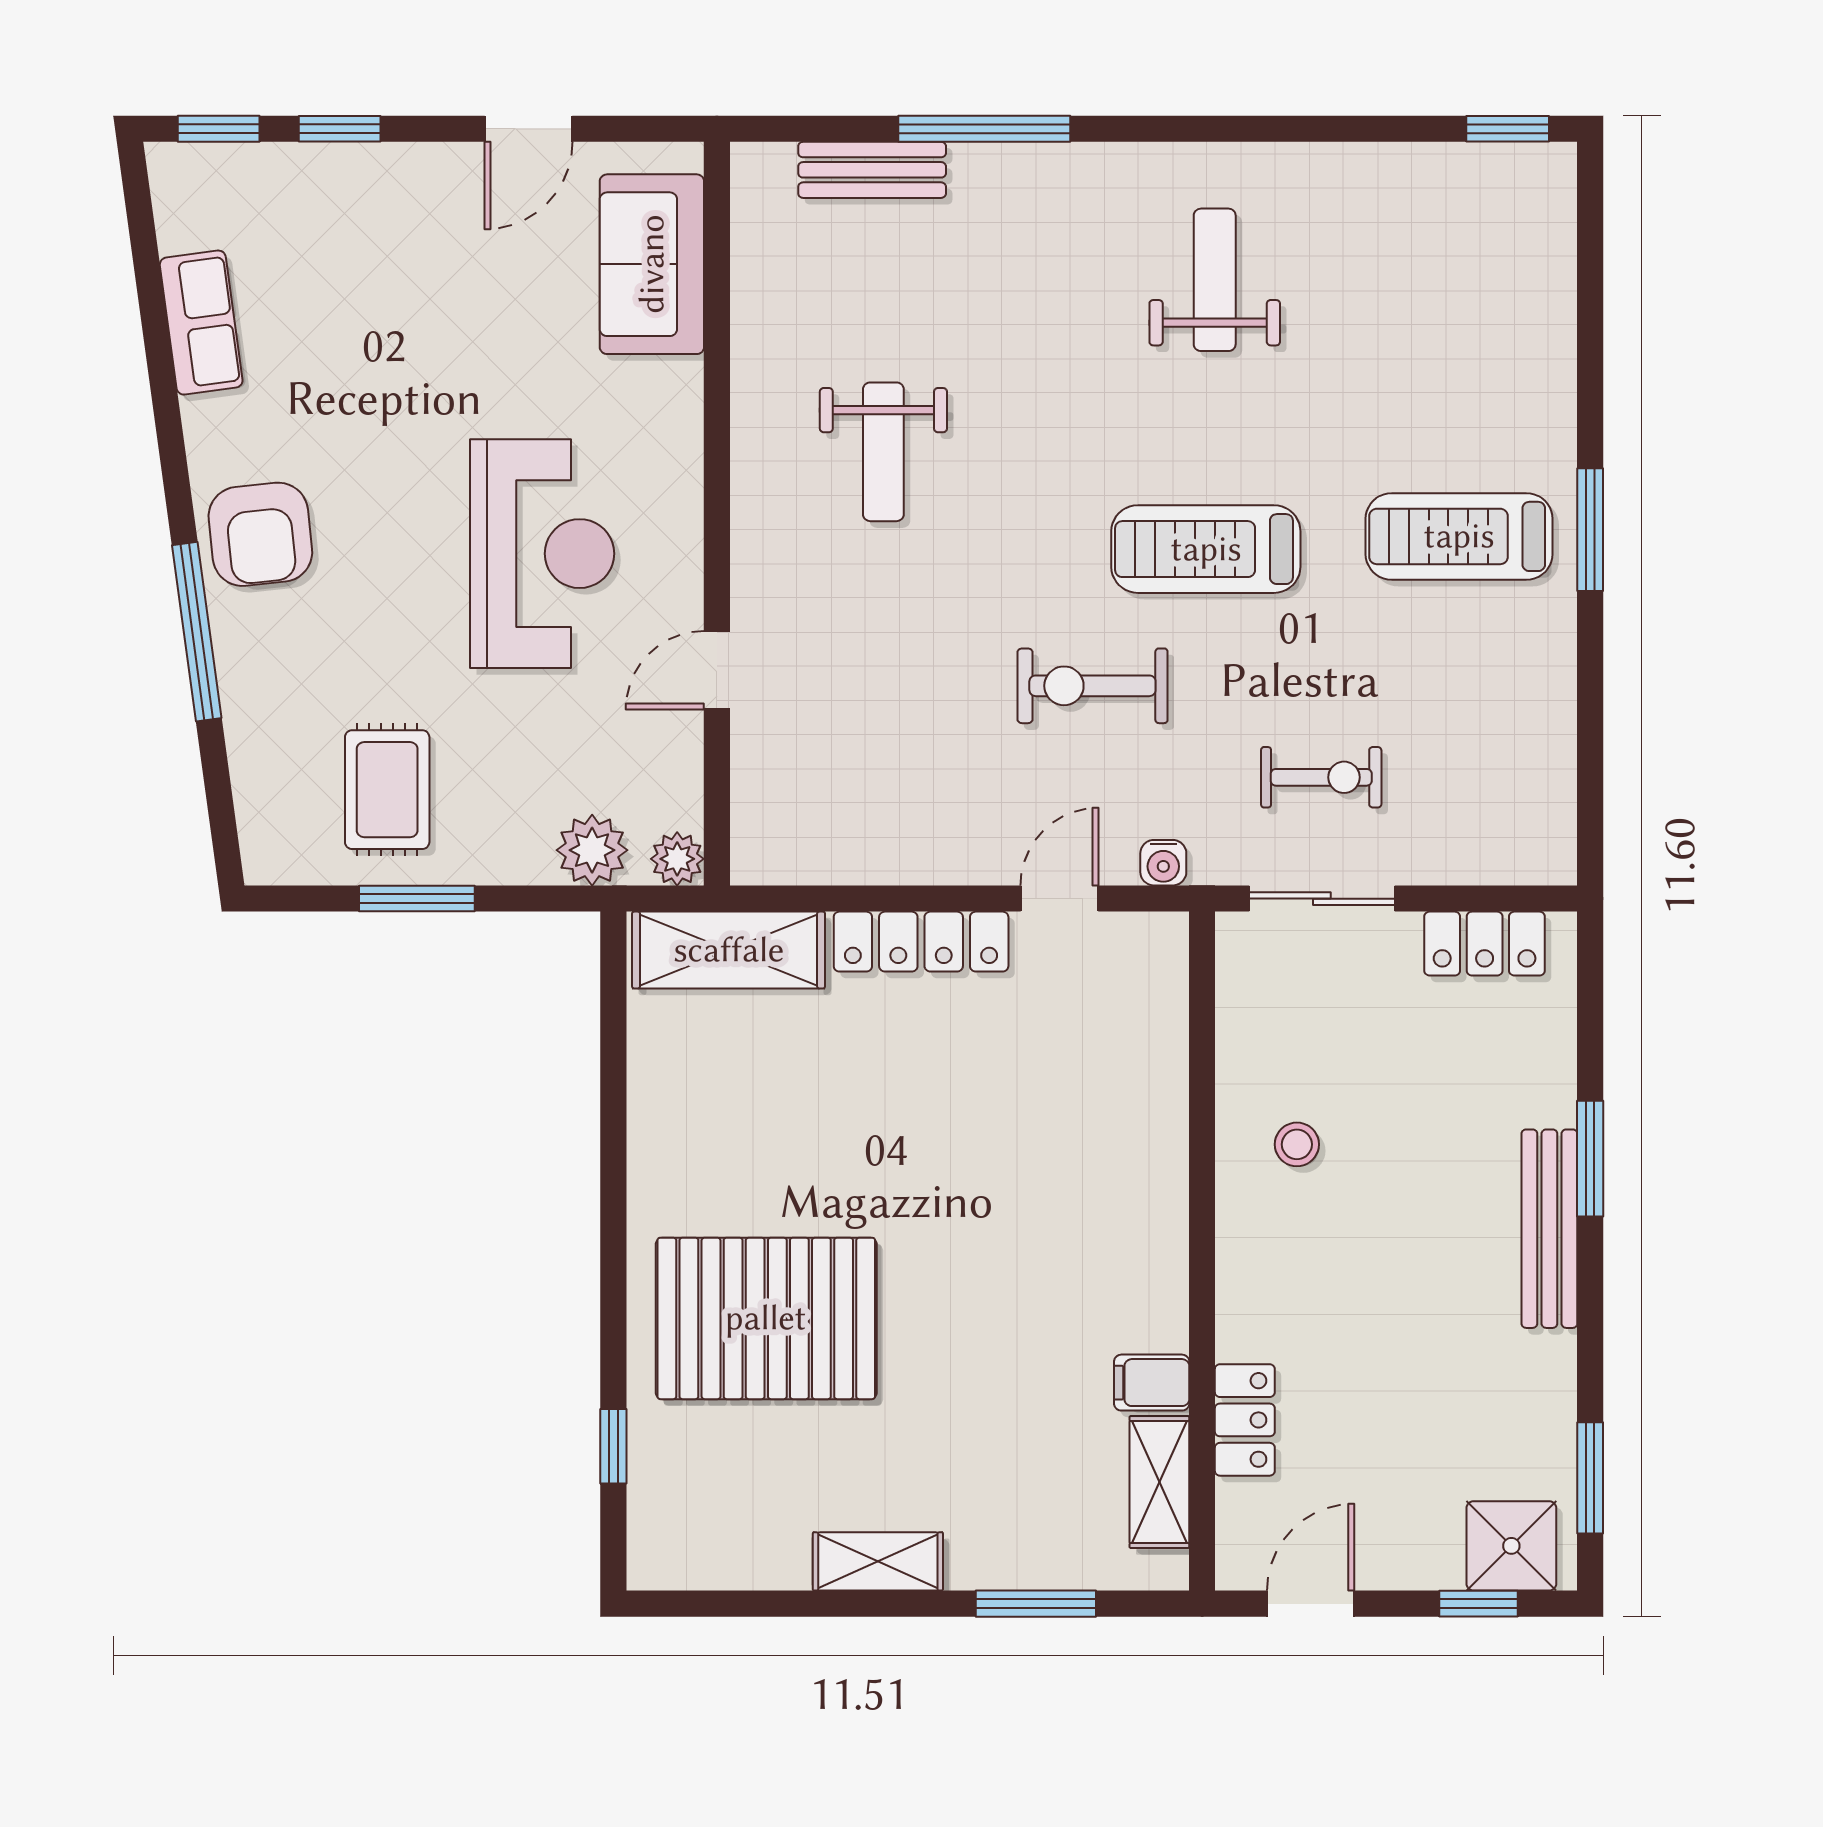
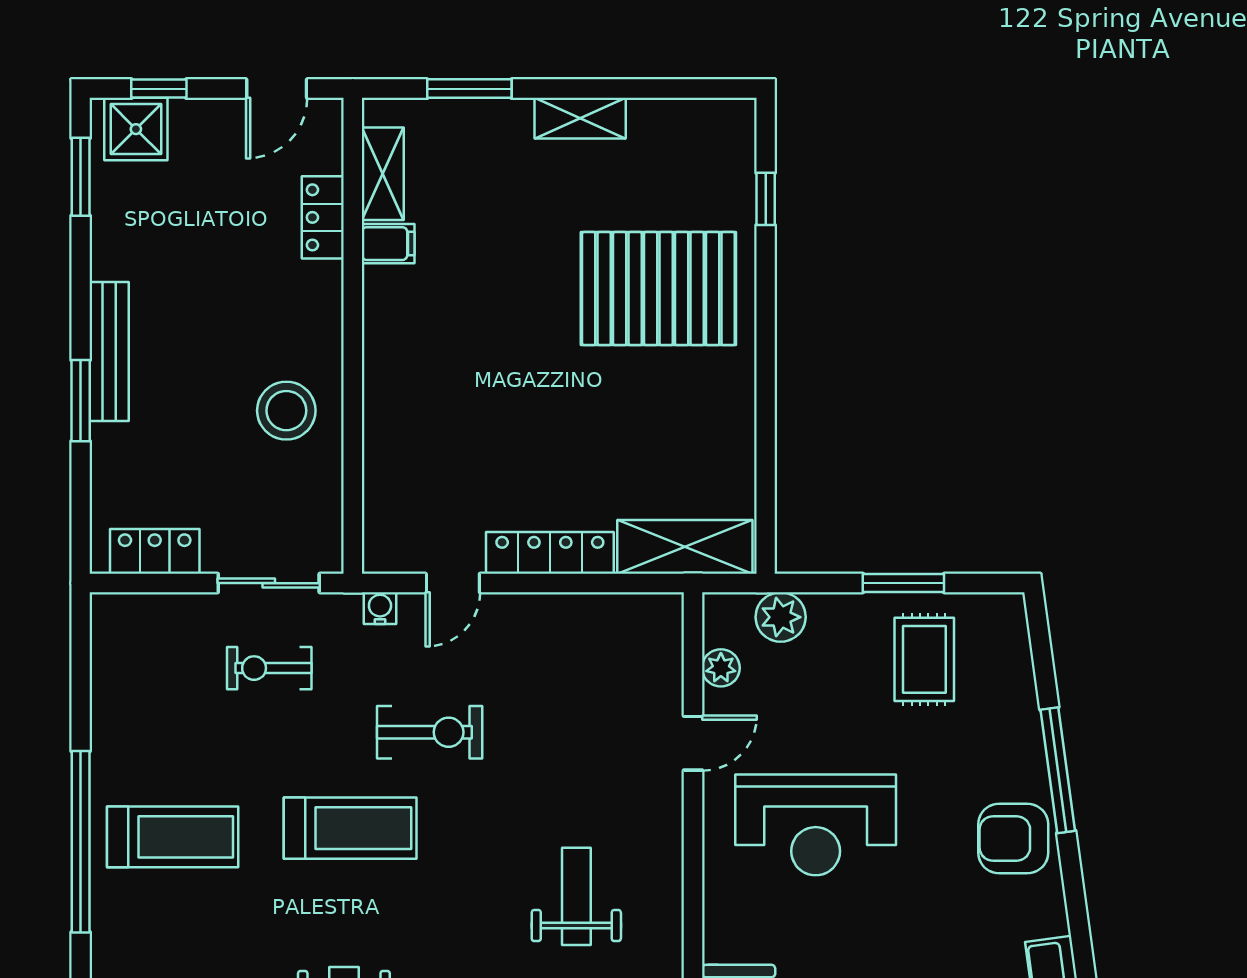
window: (1590, 530) -> (81, 842), width x2.11
armchair: (260, 534) -> (1013, 838), turned -84
reception desk: (542, 554) -> (816, 825), turned -90
plant: (677, 859) -> (721, 668), moved
stool: (1297, 1144) -> (286, 411), width x1.89, depth x1.89

